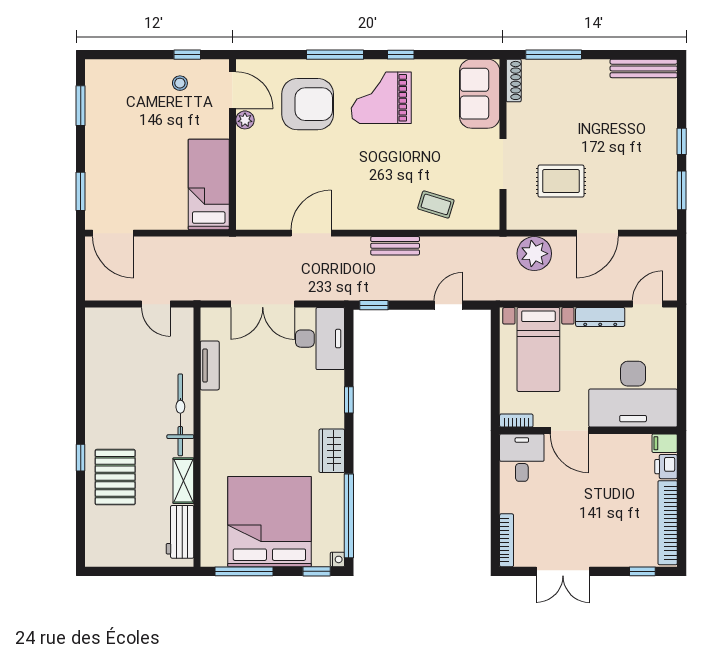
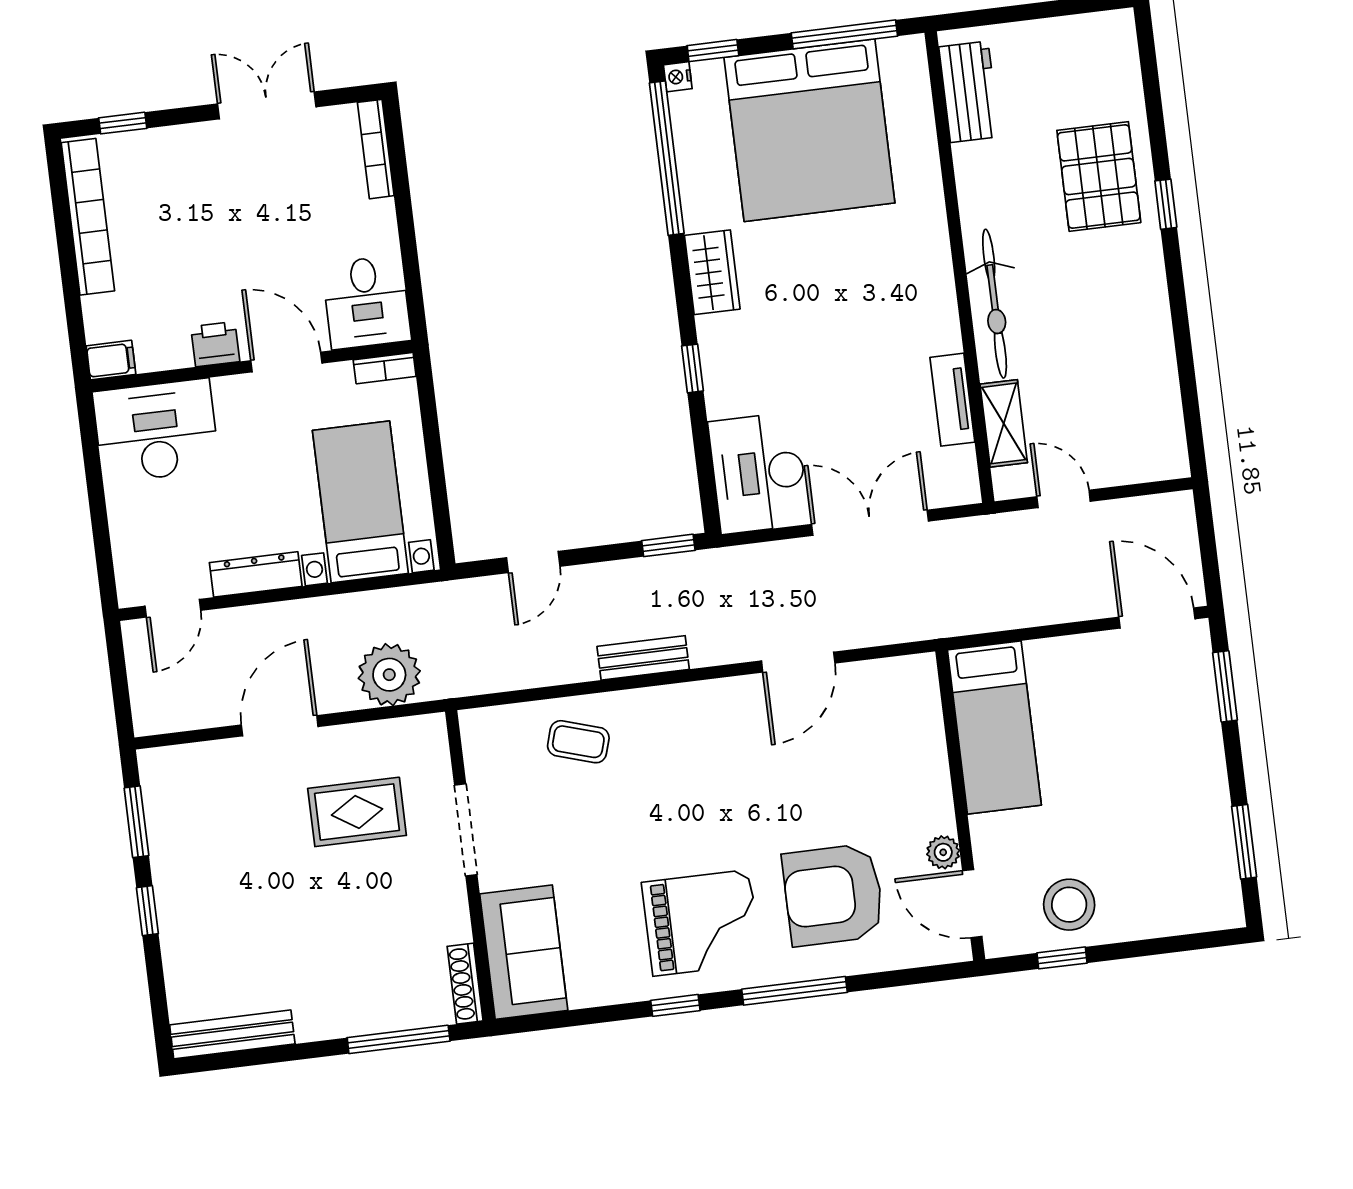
stool: (180, 83) -> (1069, 905), width x1.89, depth x1.89
desk: (633, 394) -> (156, 431), width x0.73, depth x0.77
printer: (666, 467) -> (215, 344), moved, turned -90
shelving: (183, 481) -> (1004, 423), moved

